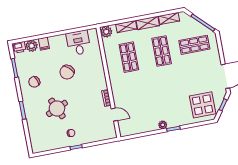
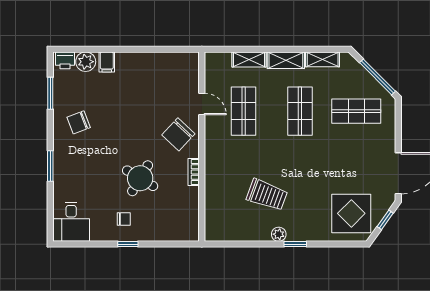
plant: (106, 32) -> (214, 62), removed
desk: (78, 43) -> (71, 222), moved, turned 180
chair: (67, 72) -> (178, 134), moved
trolley: (152, 103) -> (267, 195), added
round table: (57, 108) -> (140, 178), moved, turned -35
door: (114, 115) -> (202, 104), moved

